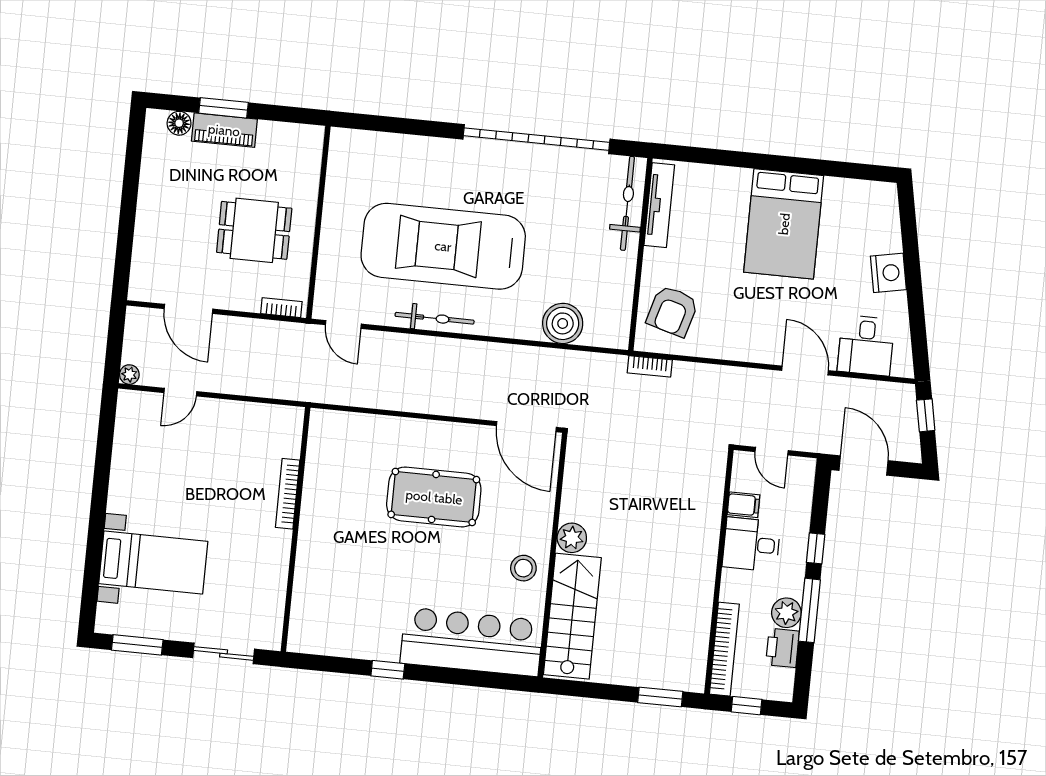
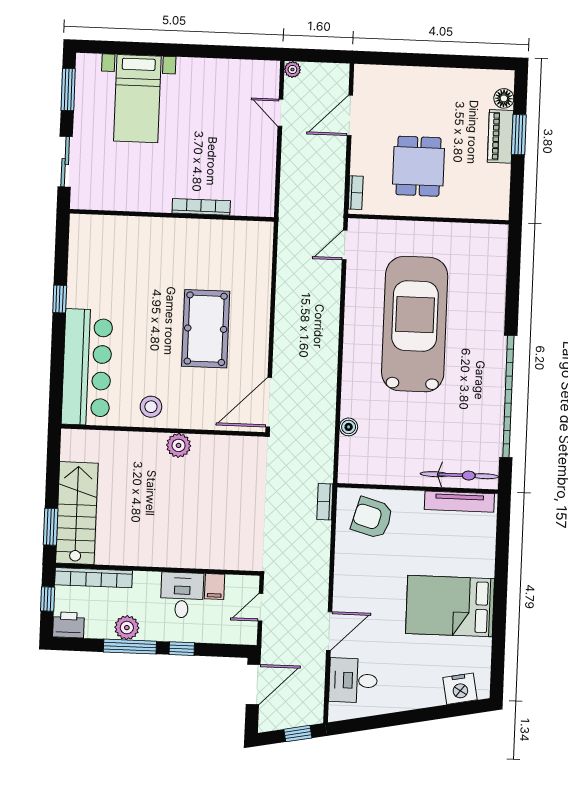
nightstand: (888, 273) -> (460, 689), moved
bicycle: (435, 318) -> (354, 320), removed
boiler: (563, 323) -> (349, 427), width x0.54, depth x0.54
stairs: (572, 616) -> (77, 513), moved, turned -90
printer: (783, 648) -> (68, 625), moved

